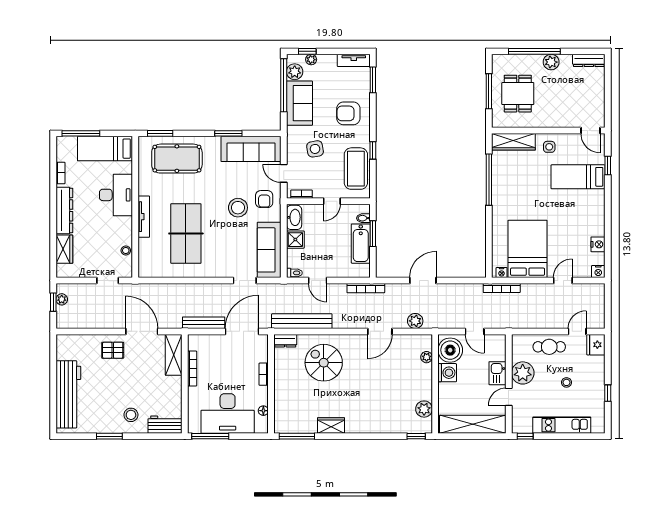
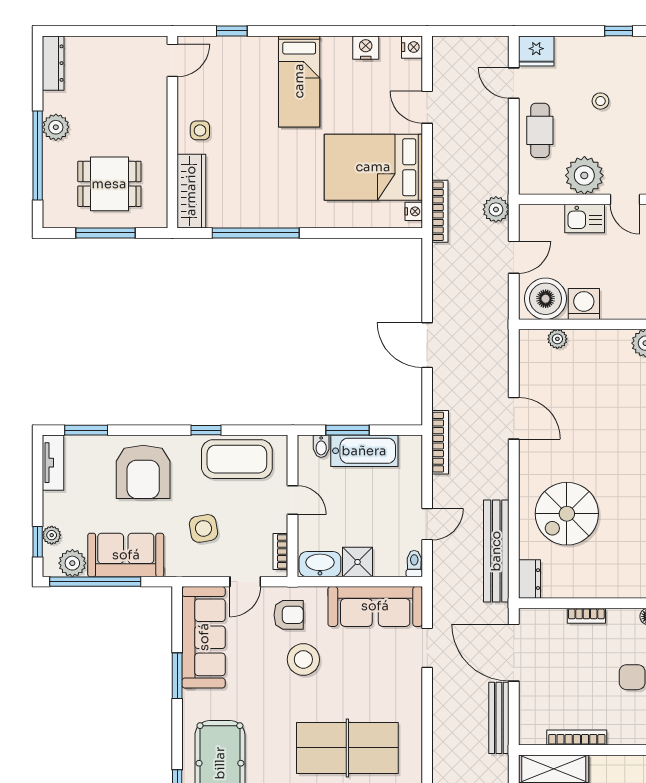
armchair: (348, 113) -> (143, 472), width x1.36, depth x1.36
bed: (578, 177) -> (299, 81), moved
plant: (415, 321) -> (496, 209), moved

